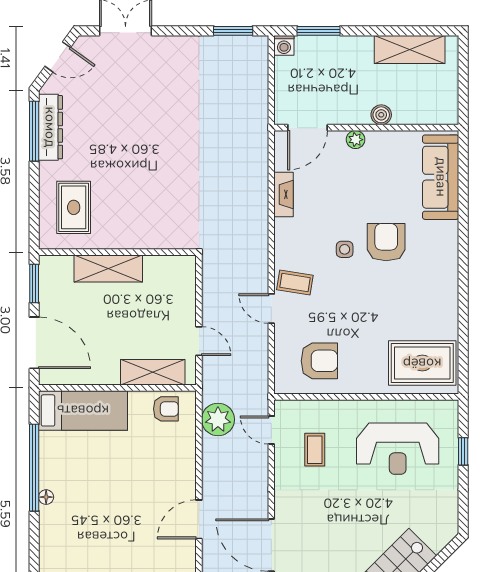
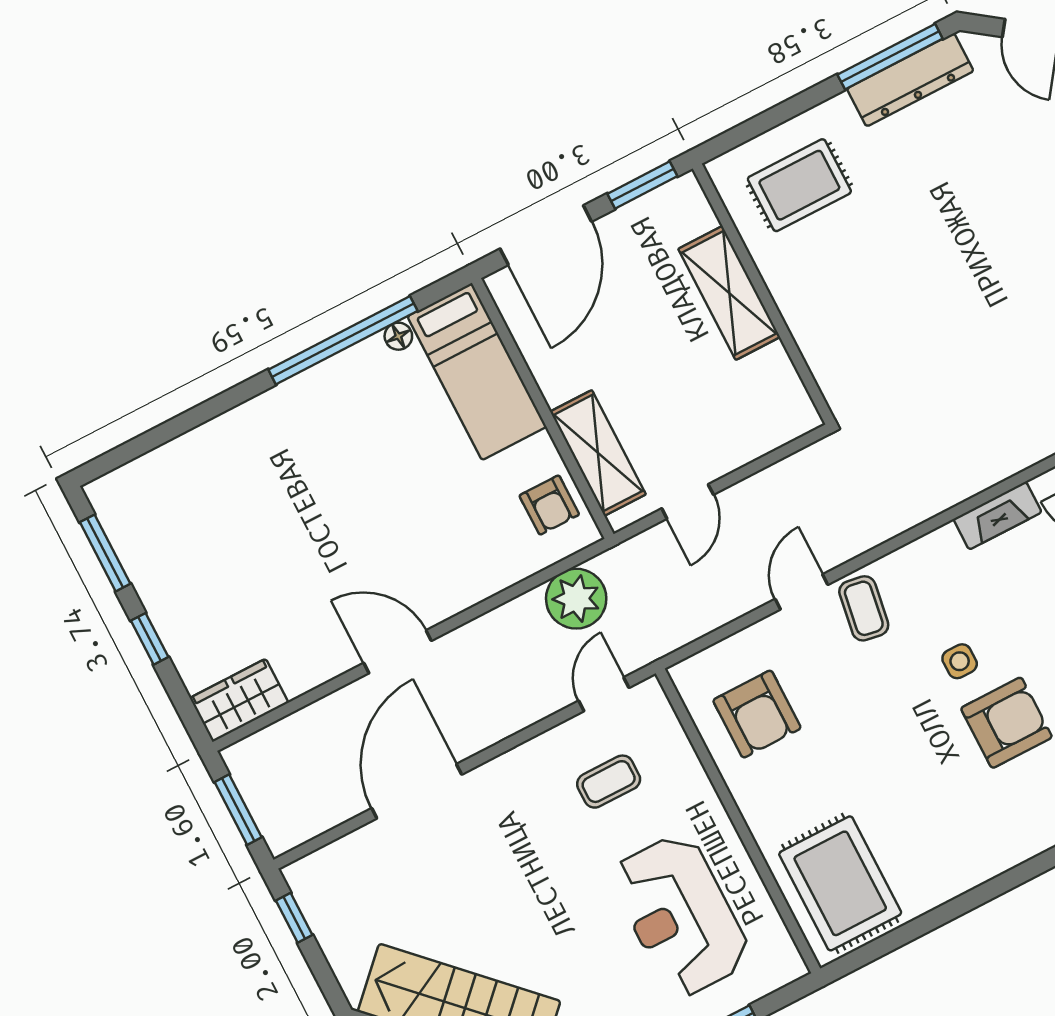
floor lamp: (46, 497) -> (398, 336), moved

